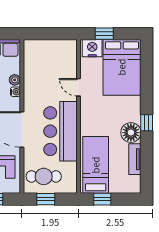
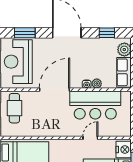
bar counter: (60, 131) -> (95, 105), moved, turned 180

